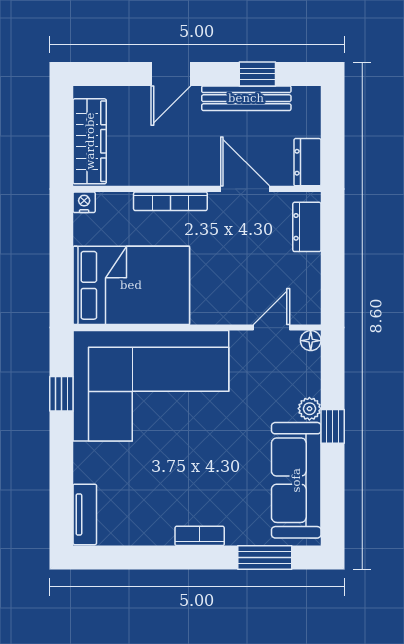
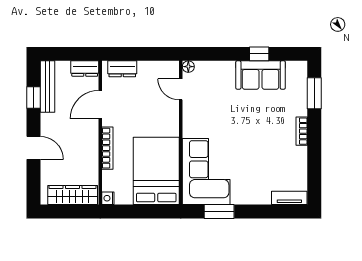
bench: (246, 98) -> (47, 87), moved
corner sofa: (151, 386) -> (206, 171), width x0.73, depth x0.74
window: (61, 394) -> (219, 211), width x1.50
plant: (309, 409) -> (228, 67), removed
window: (333, 426) -> (259, 54), moved
sofa: (296, 480) -> (261, 75), width x0.73

